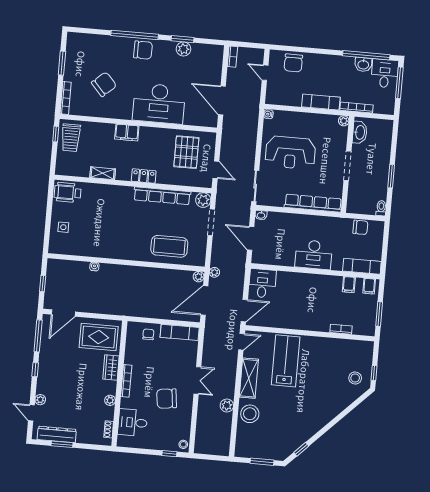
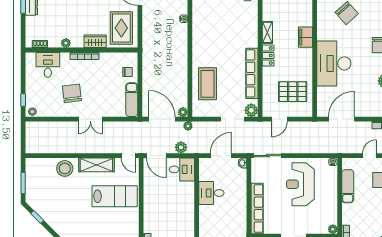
exam couch: (321, 102) -> (348, 186), moved
shelving: (103, 173) -> (267, 32), moved
desk: (314, 255) -> (211, 193), moved, width x0.73
plant: (227, 405) -> (181, 147), moved

